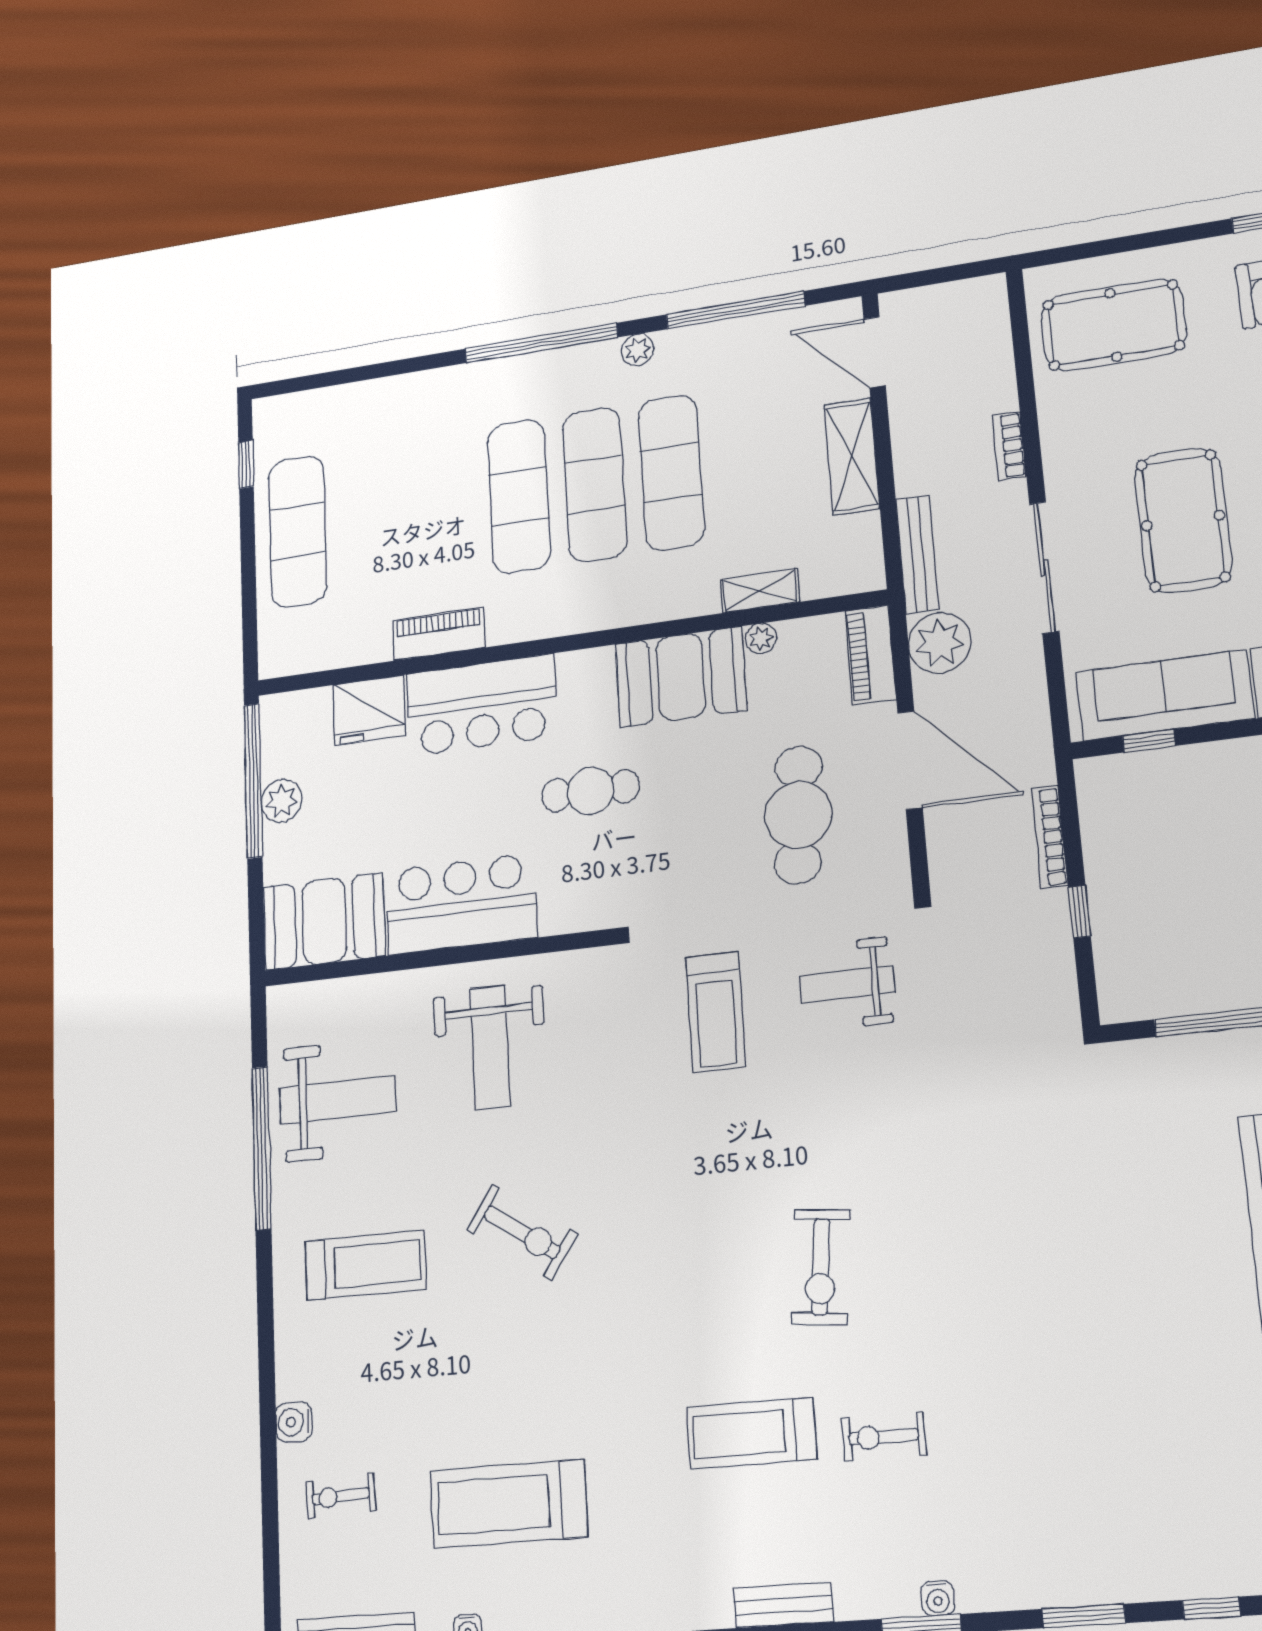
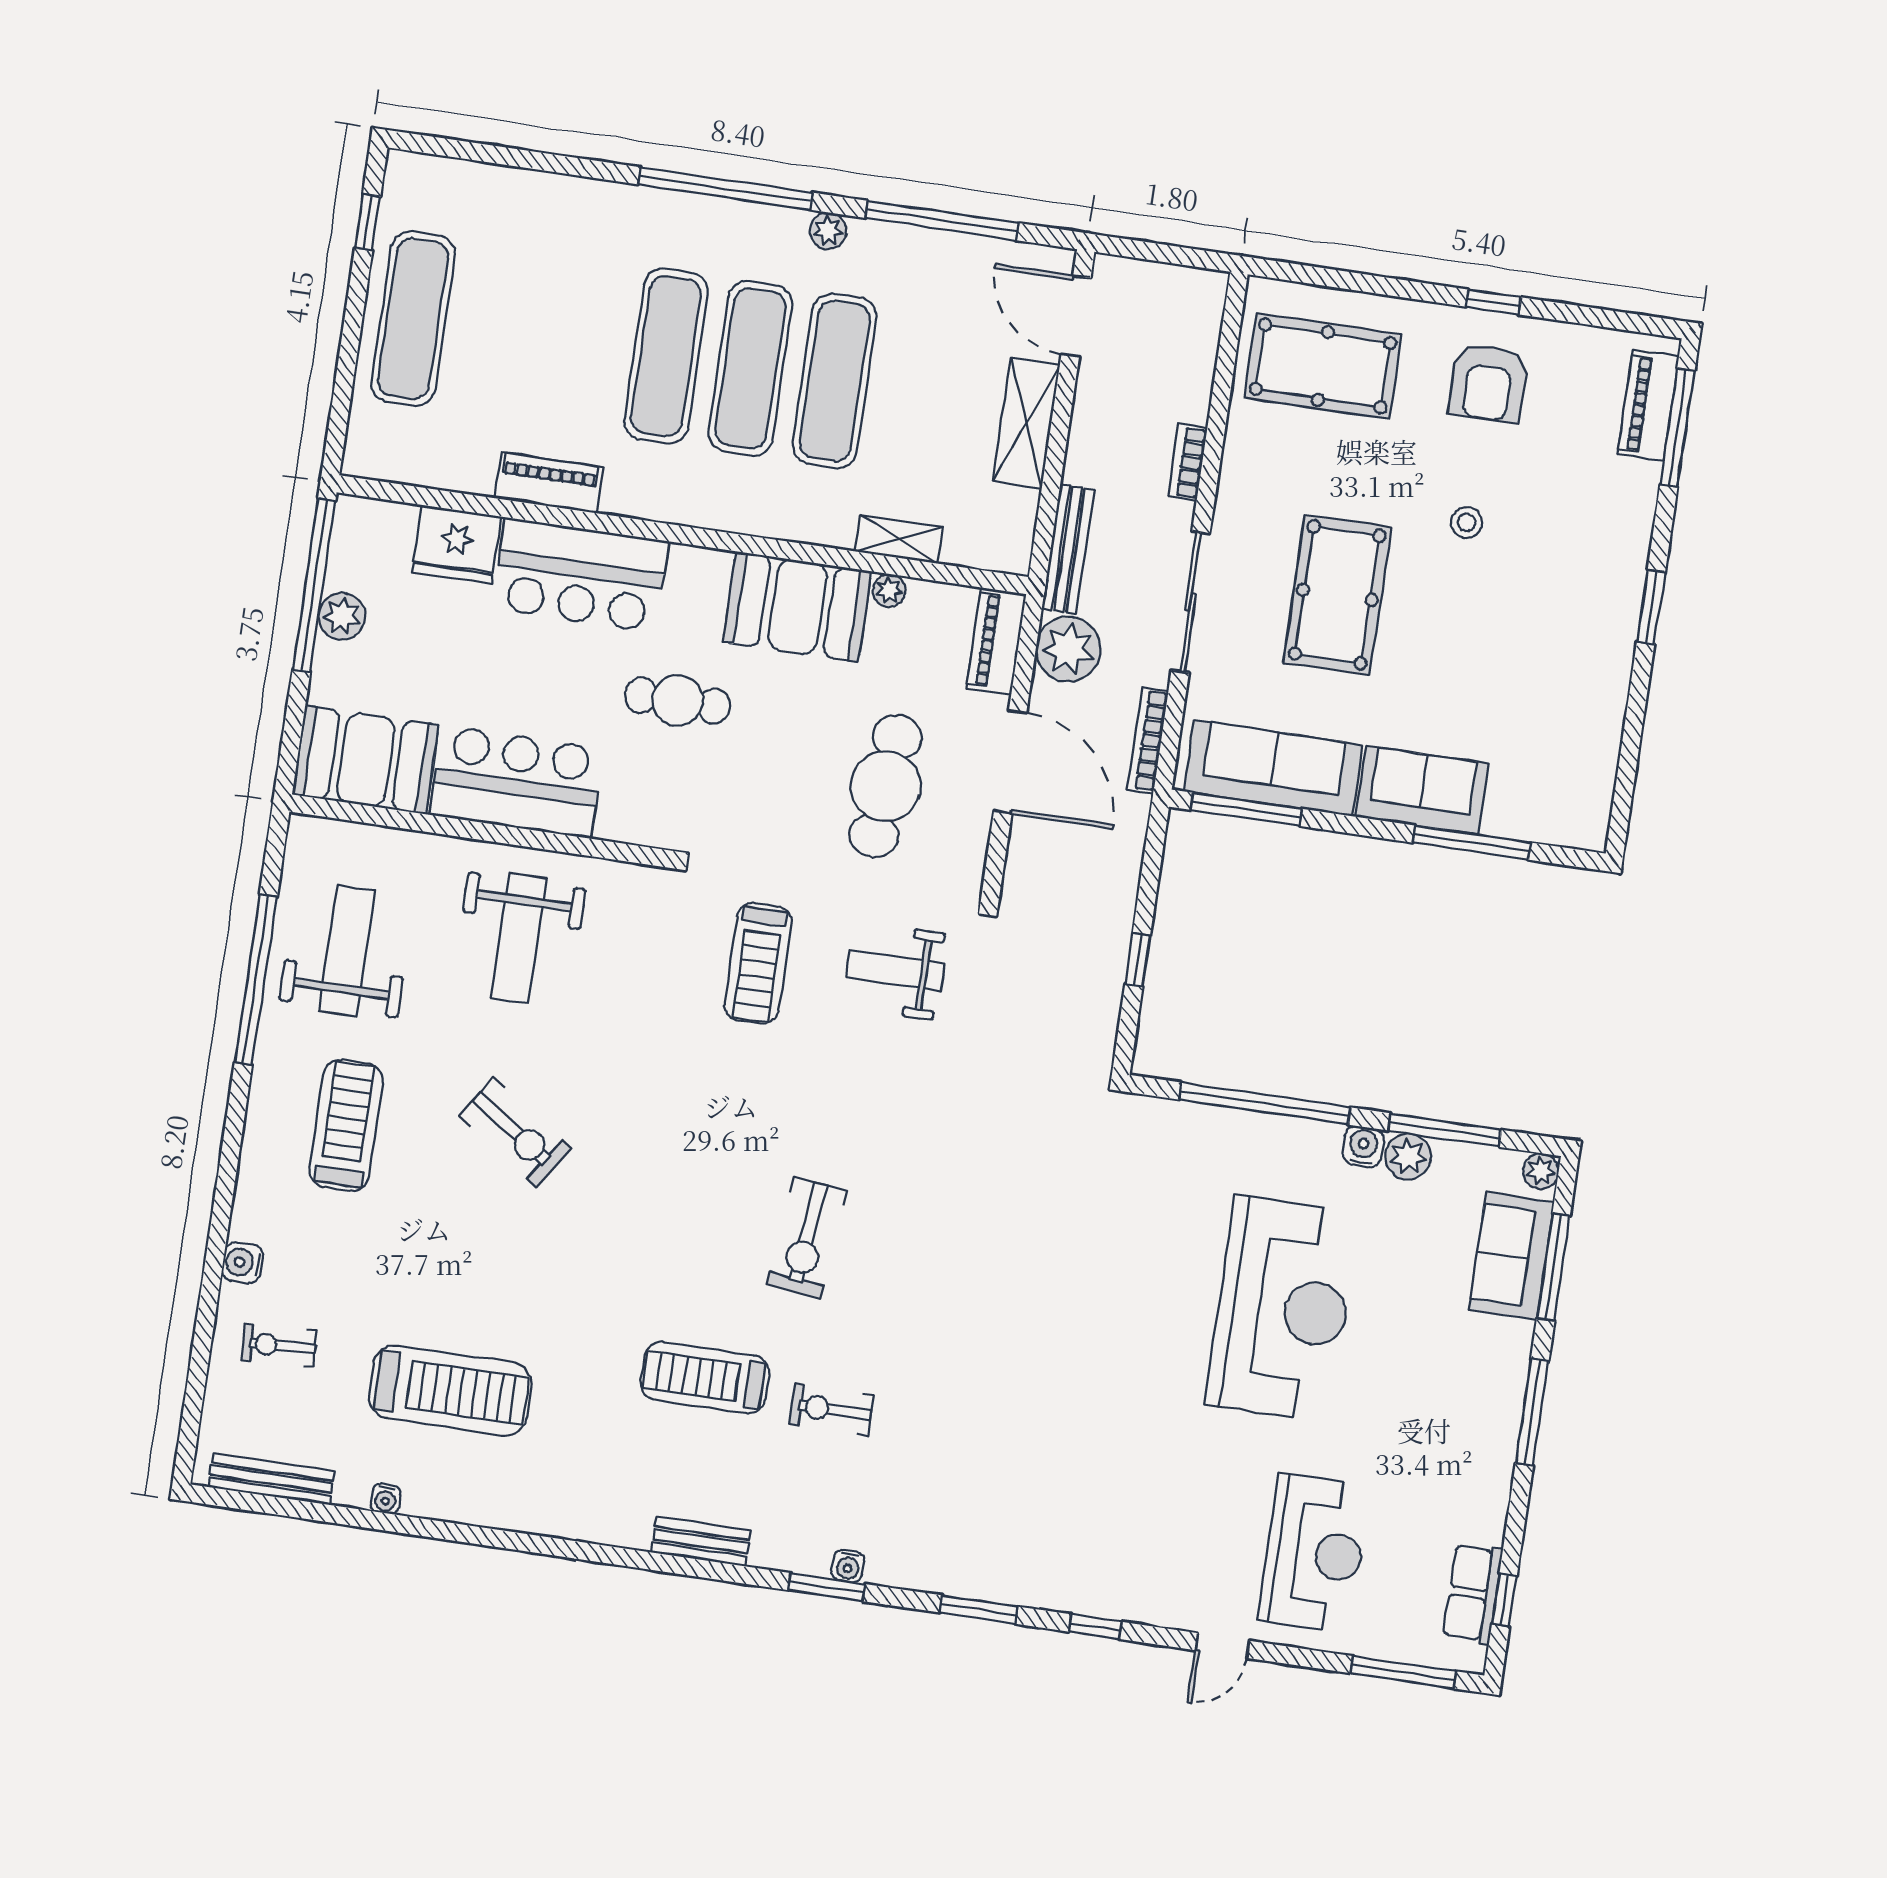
window: (1149, 741) -> (1247, 809), width x2.17
bookcase: (1050, 837) -> (1148, 740), moved
weight bench: (338, 1100) -> (347, 951), turned -90
treadmill: (366, 1265) -> (346, 1125), turned -90
treadmill: (509, 1504) -> (450, 1390), turned 180

